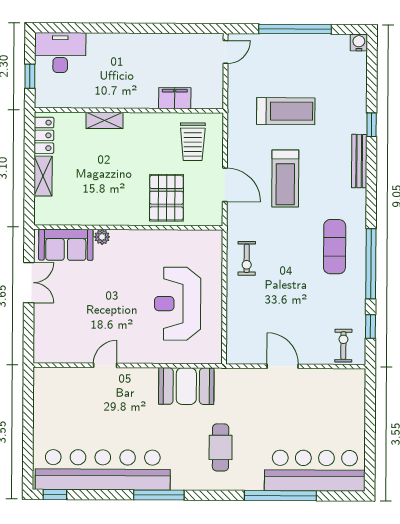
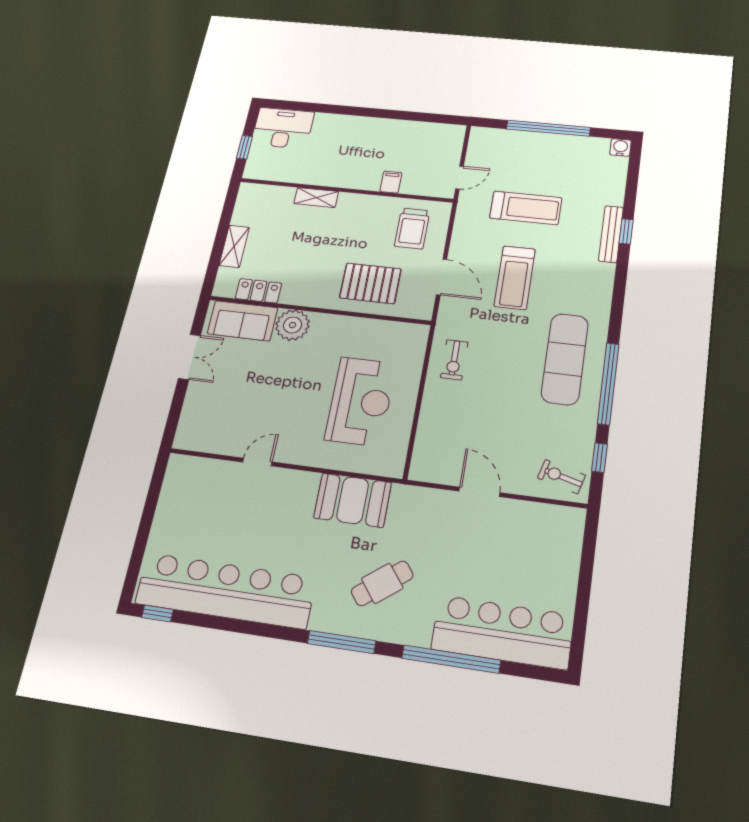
door: (226, 52) -> (460, 177), moved
filing cabinet: (175, 98) -> (391, 182), width x0.50
locker: (44, 135) -> (259, 291), moved, turned -90
bench: (359, 161) -> (611, 234), moved
pallet: (166, 198) -> (370, 283), turned 90
plant: (102, 237) -> (293, 325), width x1.88, depth x1.88
exercise mat: (335, 247) -> (565, 359), width x1.36, depth x1.45
reception desk: (178, 304) -> (361, 401), turned 180
exercise bike: (343, 346) -> (561, 477), turned -75
cafe table: (221, 447) -> (382, 583), turned 52
window: (159, 495) -> (342, 642), moved

